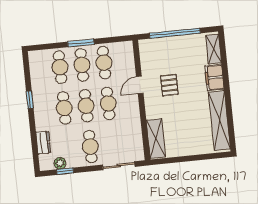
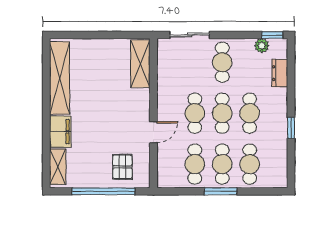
pallet: (169, 85) -> (122, 167), moved
window: (65, 171) -> (272, 35), moved

